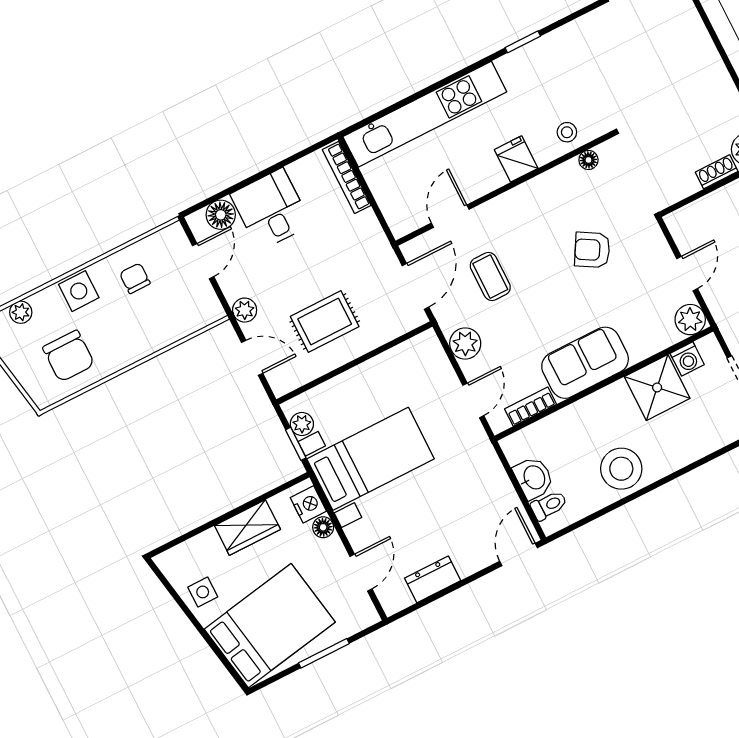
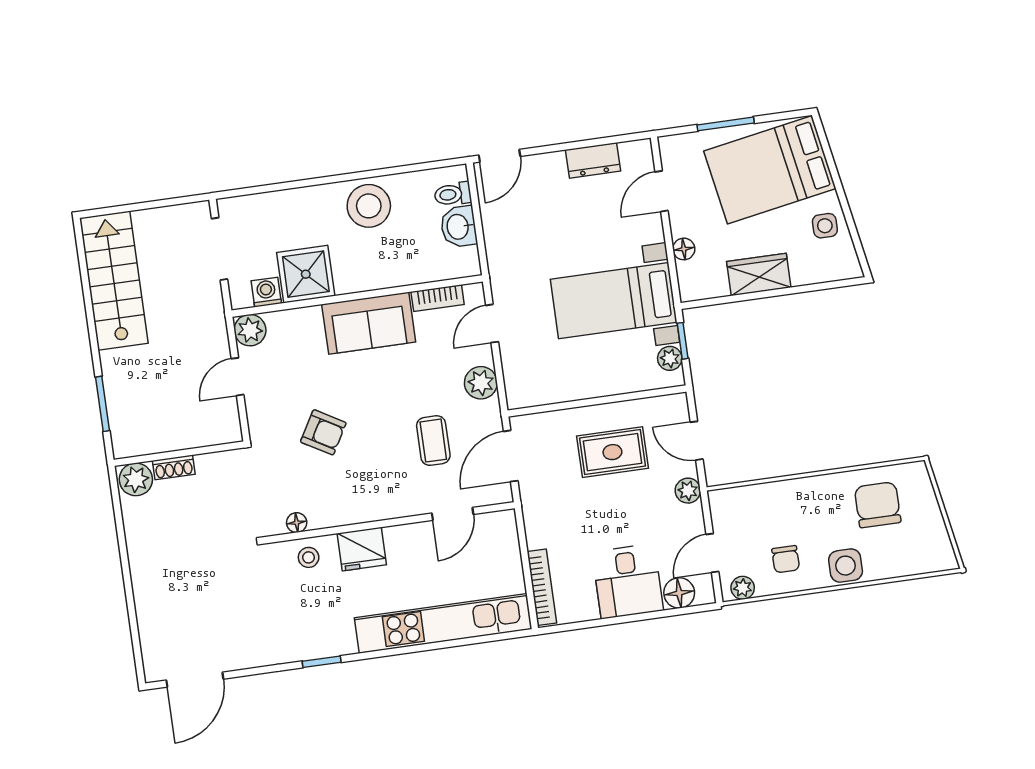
fridge: (516, 159) -> (362, 549), width x1.38
plant: (21, 312) -> (743, 588), moved
nightstand: (308, 504) -> (691, 277), removed

